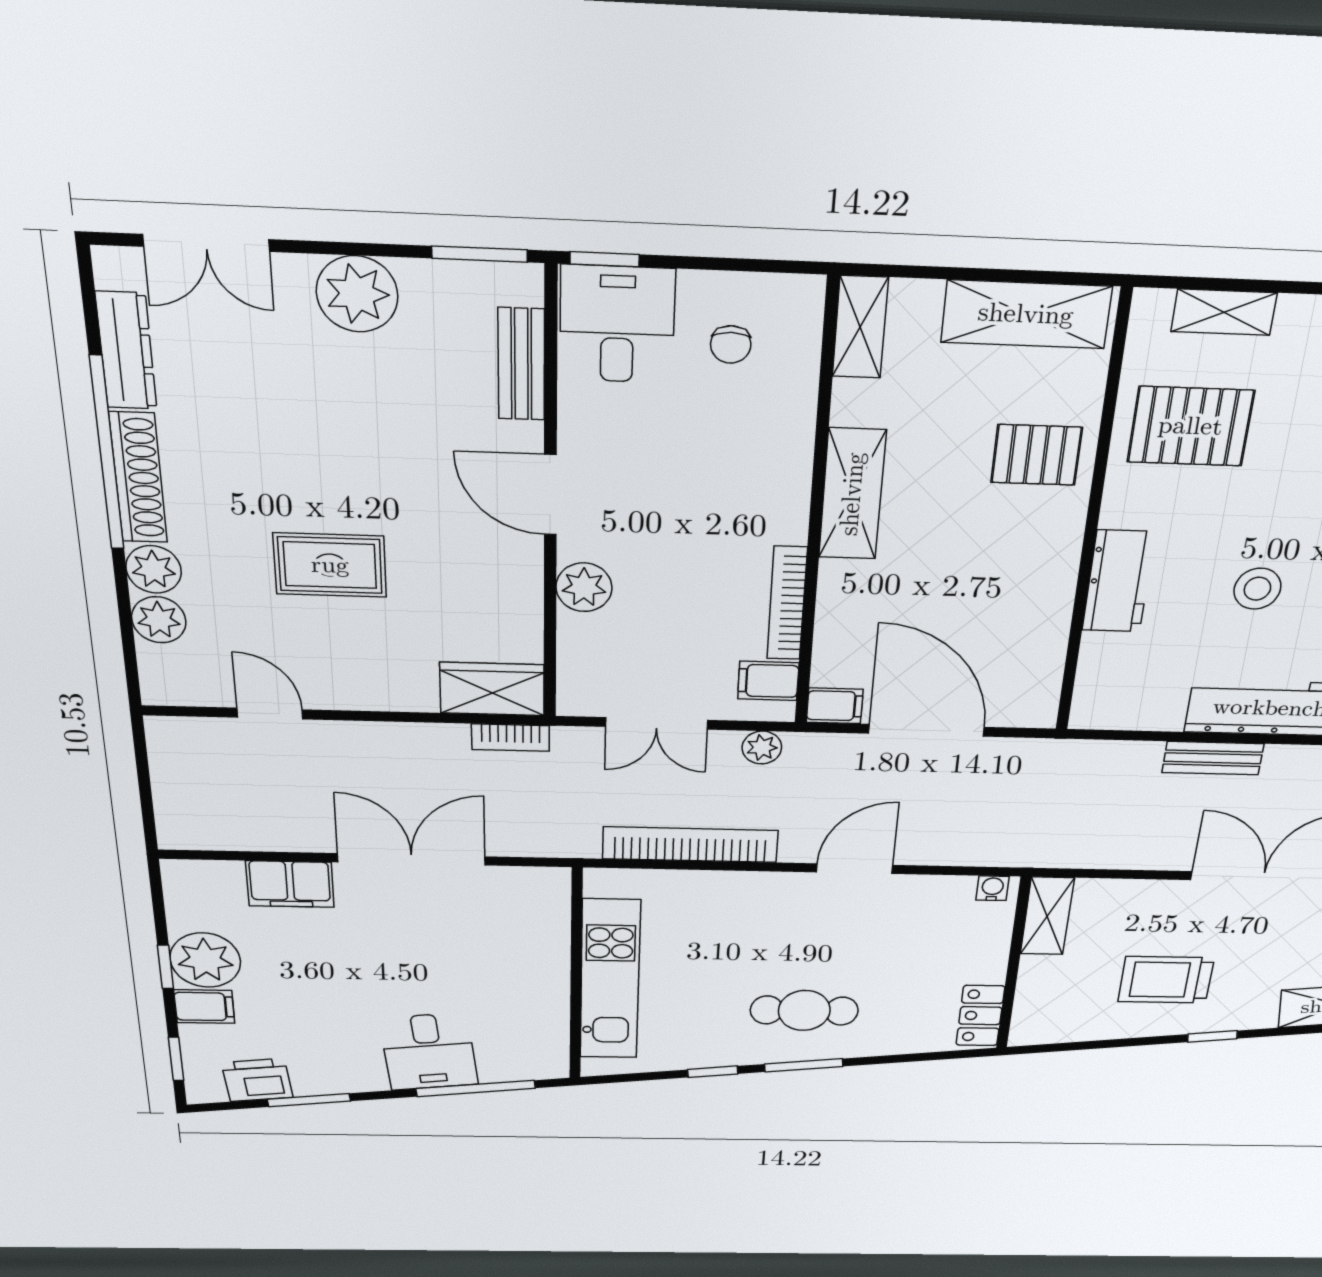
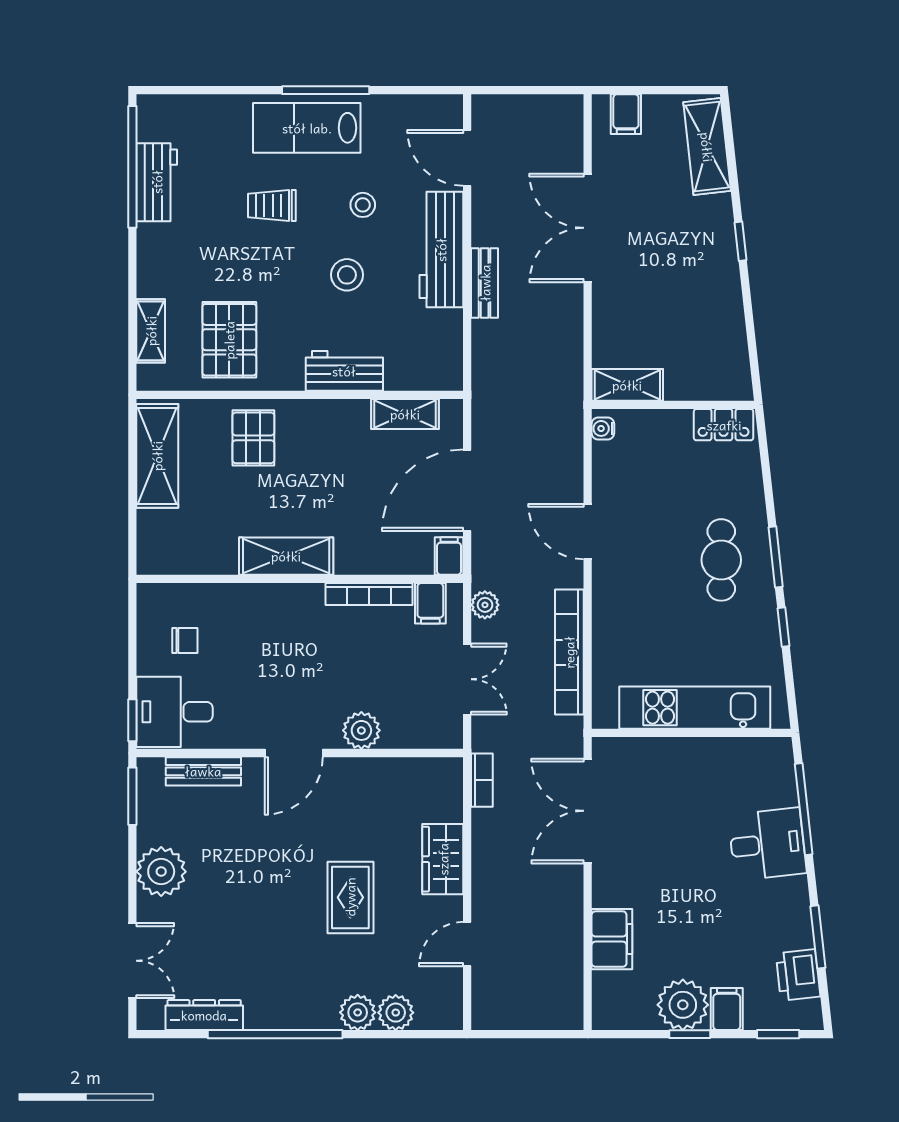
shelving: (860, 327) -> (405, 414), moved
shoe rack: (138, 478) -> (291, 1016), removed
wardrobe: (492, 689) -> (443, 859), moved
double door: (412, 859) -> (588, 811), moved
trolley: (1166, 980) -> (686, 286), removed

